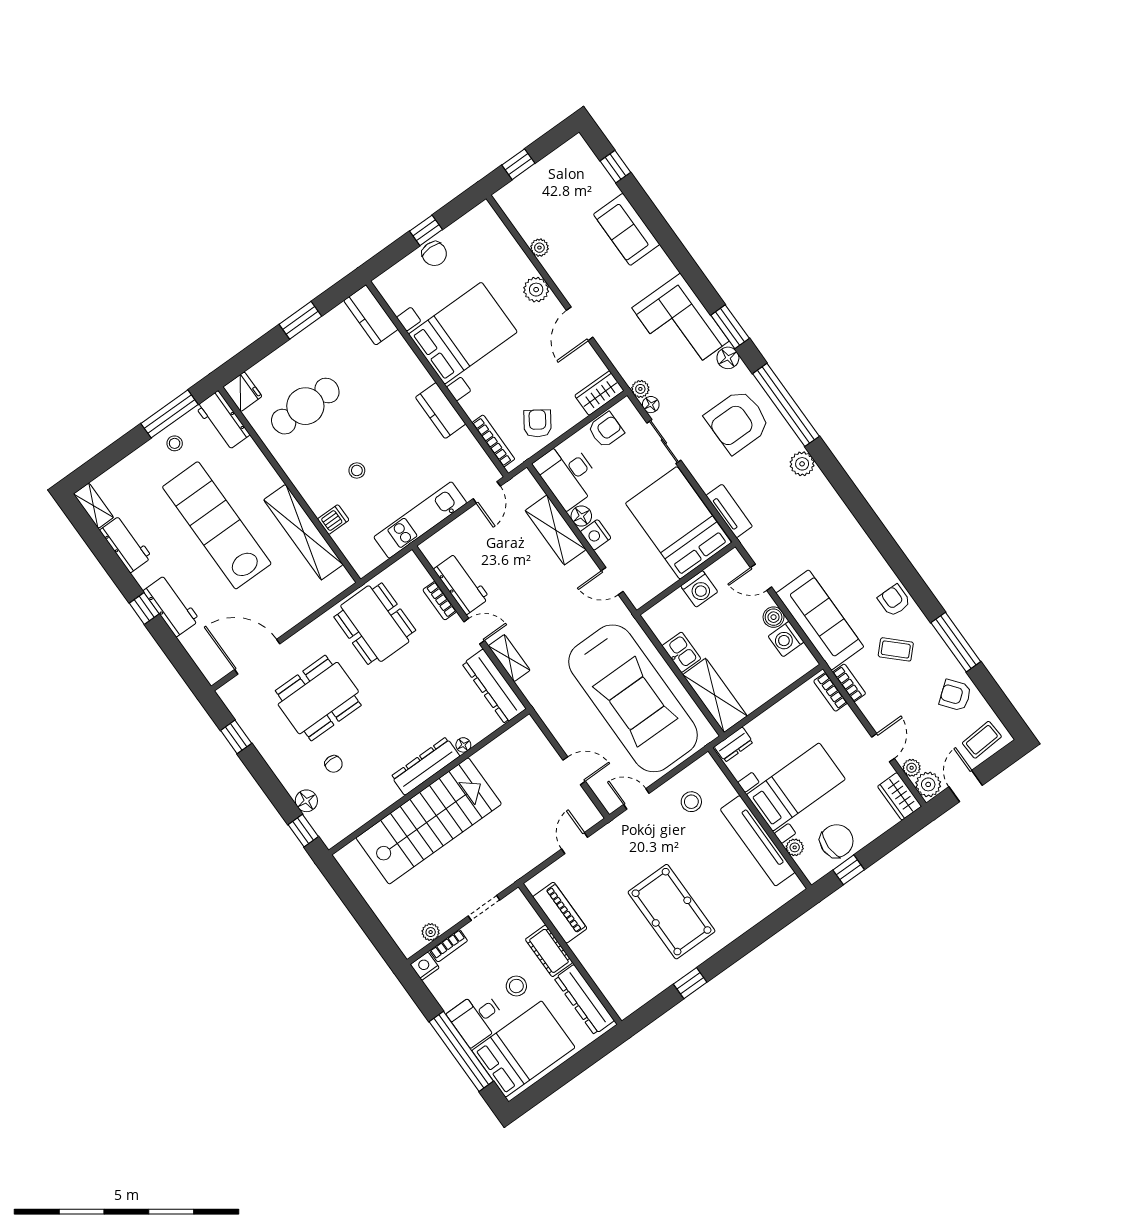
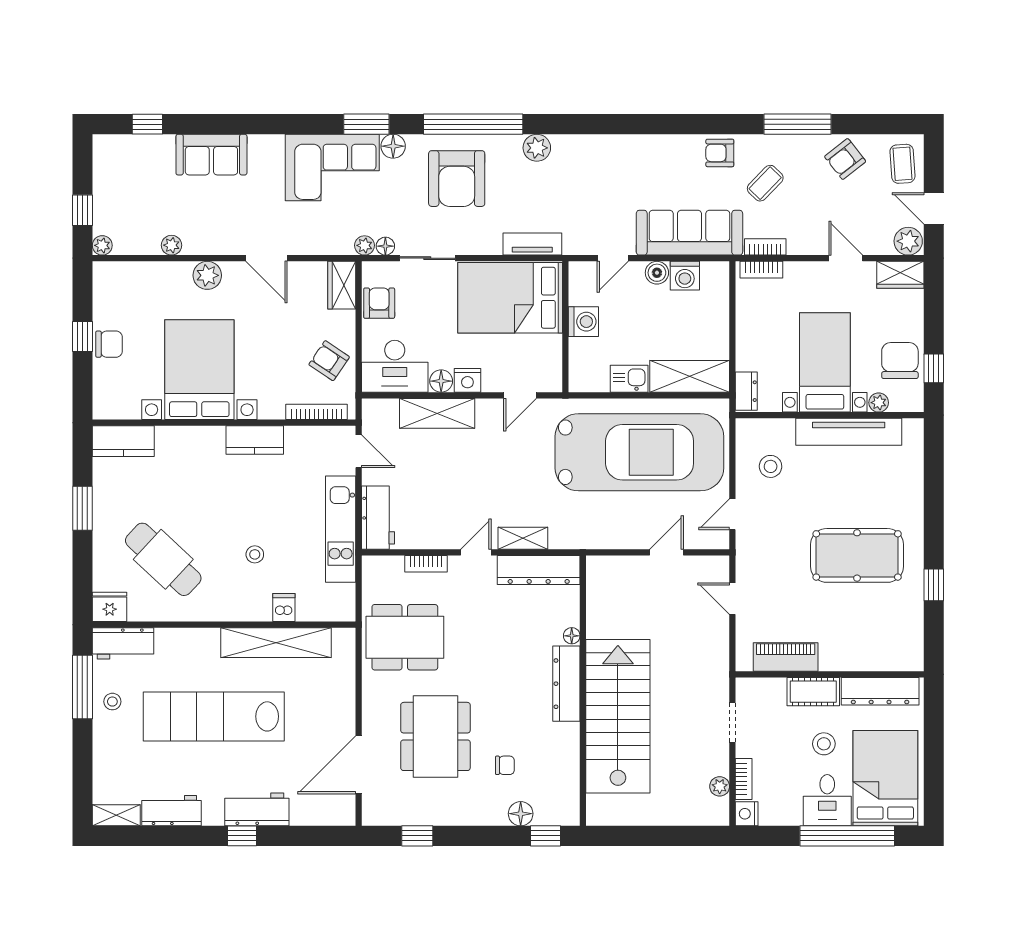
cafe table: (305, 406) -> (163, 559), turned -47
workbench: (462, 584) -> (378, 518), moved, turned 90
plant: (912, 768) -> (102, 245), moved

